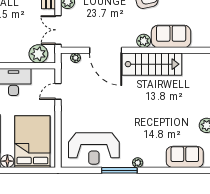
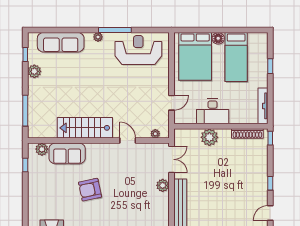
plant: (144, 41) -> (42, 149), moved
door: (106, 50) -> (128, 141), width x0.53
plant: (38, 54) -> (209, 137), moved
sofa: (185, 157) -> (61, 42), width x1.36

